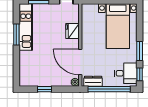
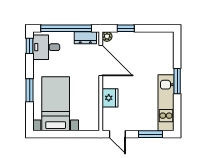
window: (16, 34) -> (177, 81), moved
window: (140, 51) -> (30, 90), moved
window: (45, 89) -> (126, 28), moved

